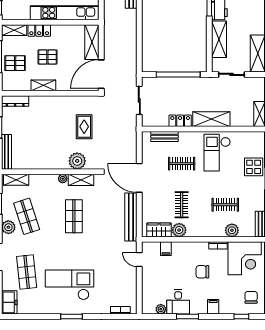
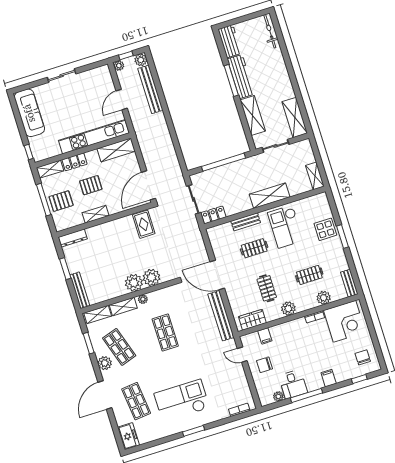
shelving: (92, 42) -> (116, 150), moved, turned 90
locker: (180, 121) -> (214, 215), moved
rug: (84, 127) -> (144, 224), moved
bench: (164, 137) -> (246, 222), moved
plant: (59, 161) -> (134, 283), added
shelving: (81, 180) -> (123, 307), moved
plant: (179, 230) -> (288, 309), moved
chair: (202, 272) -> (264, 365), moved
window: (187, 317) -> (307, 395), width x1.44

